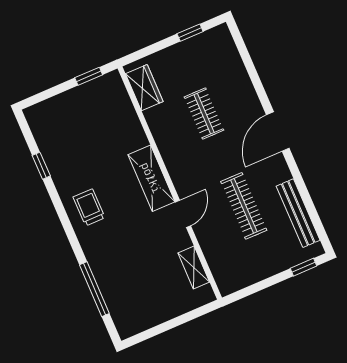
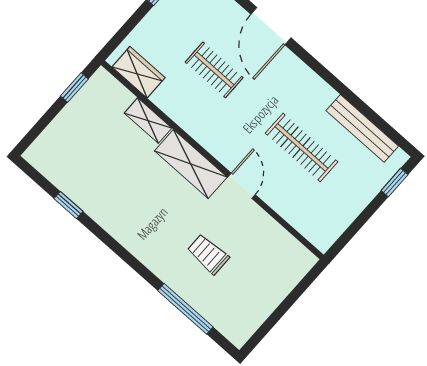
door: (278, 132) -> (271, 26), moved
trolley: (89, 207) -> (208, 254), moved
shelving: (194, 268) -> (148, 121), moved

